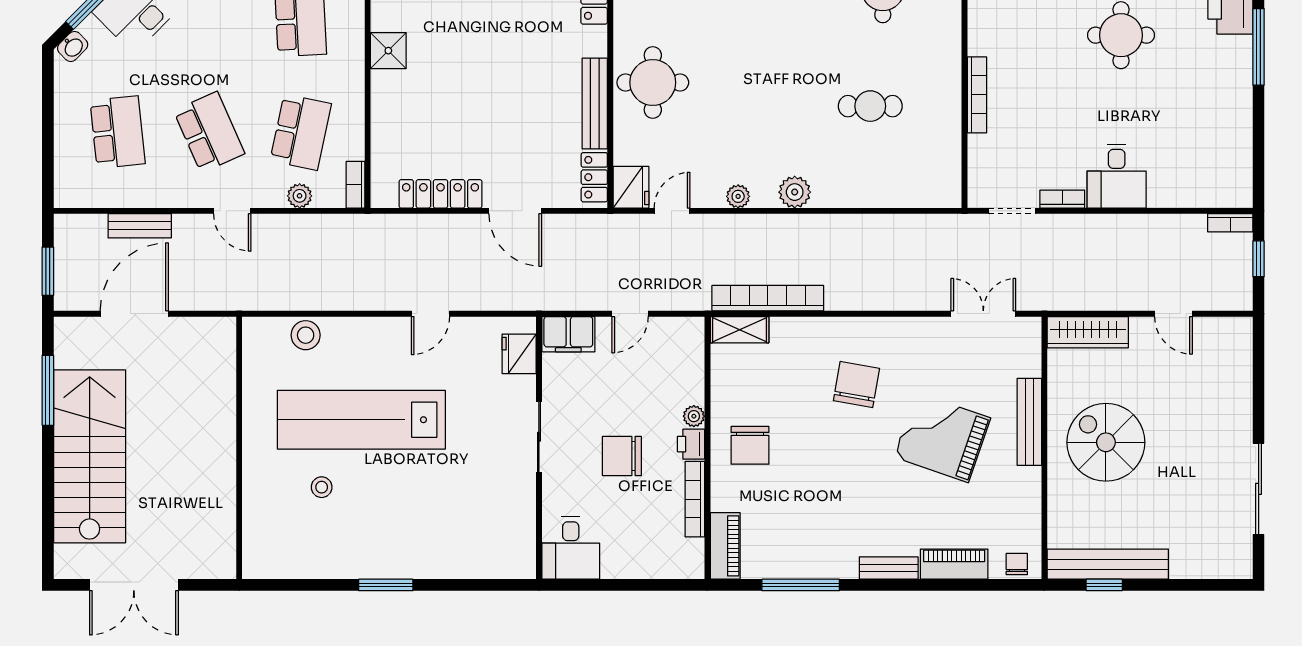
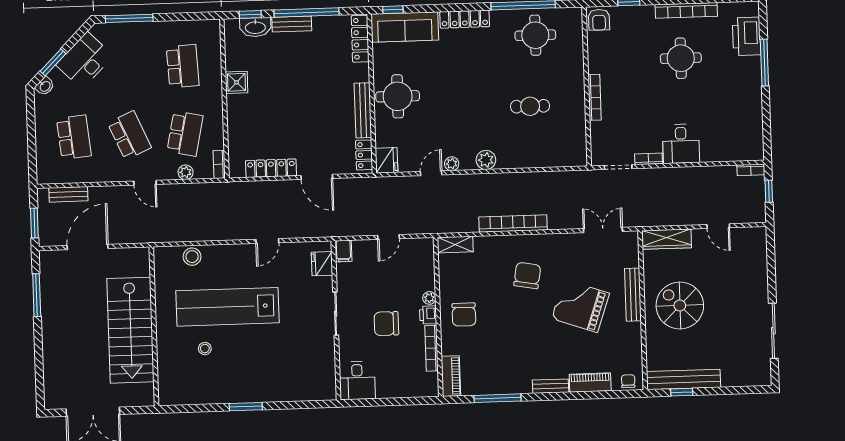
door: (672, 211) -> (431, 173), moved
bench: (140, 226) -> (68, 194), moved
bookcase: (768, 298) -> (513, 223), moved
filing cabinet: (568, 334) -> (343, 251), width x0.50
stairs: (90, 456) -> (130, 330), moved, turned 180

